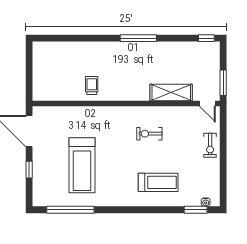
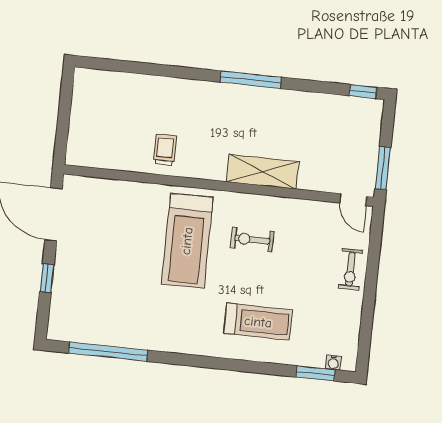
shelving: (171, 92) -> (263, 172), moved
treadmill: (82, 165) -> (187, 241), moved

